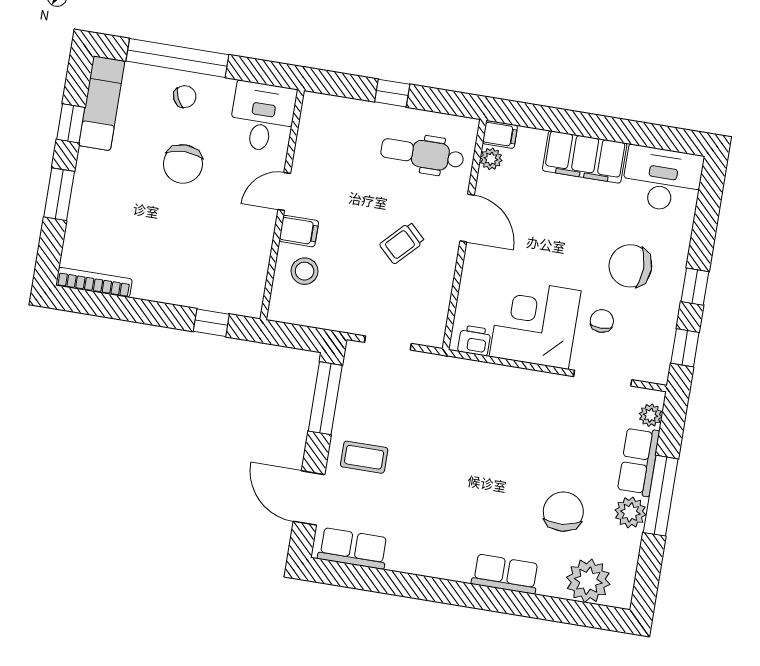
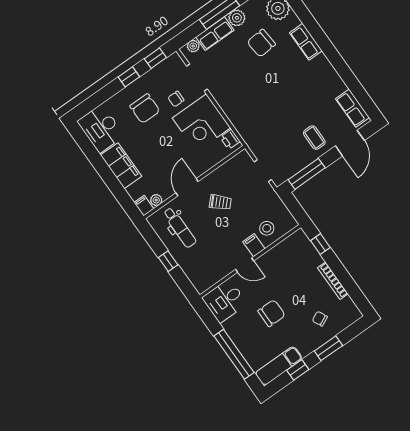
chair: (185, 97) -> (320, 319), moved
bookcase: (94, 282) -> (333, 281), moved

